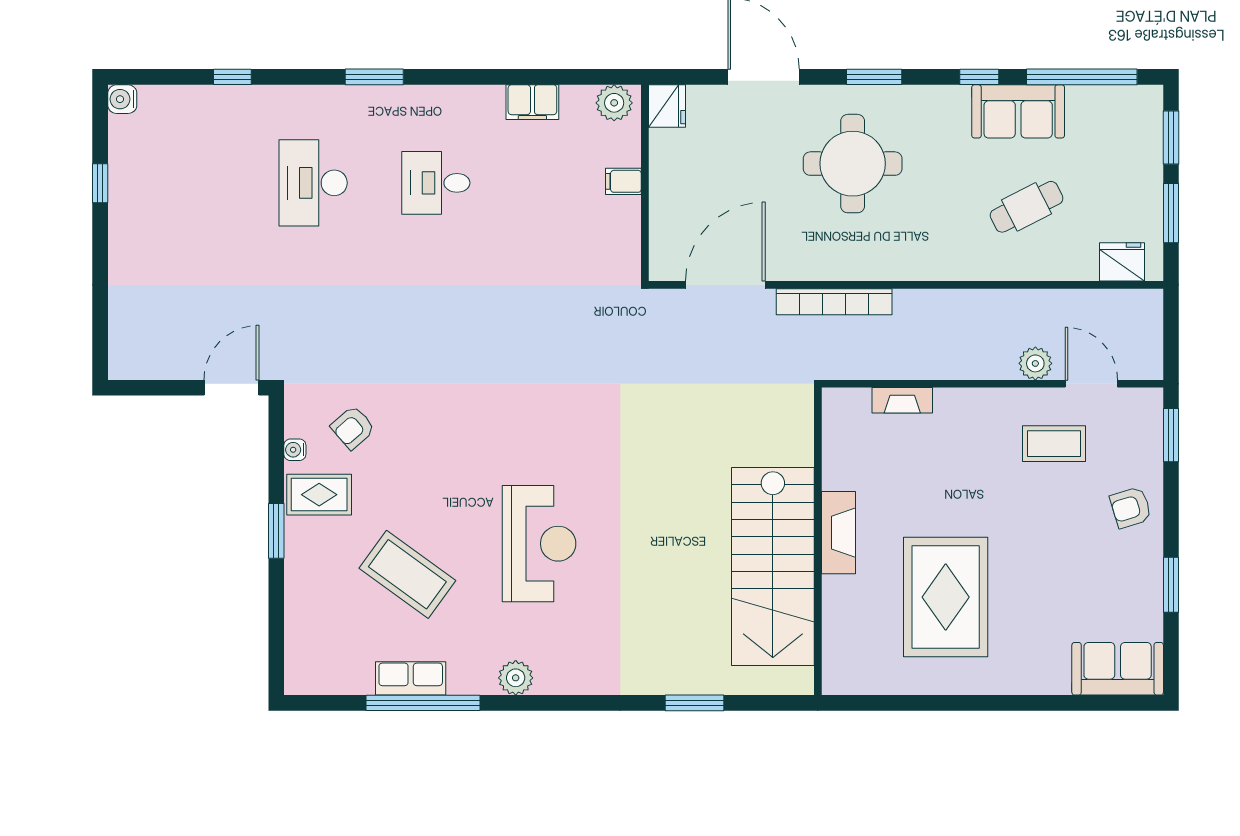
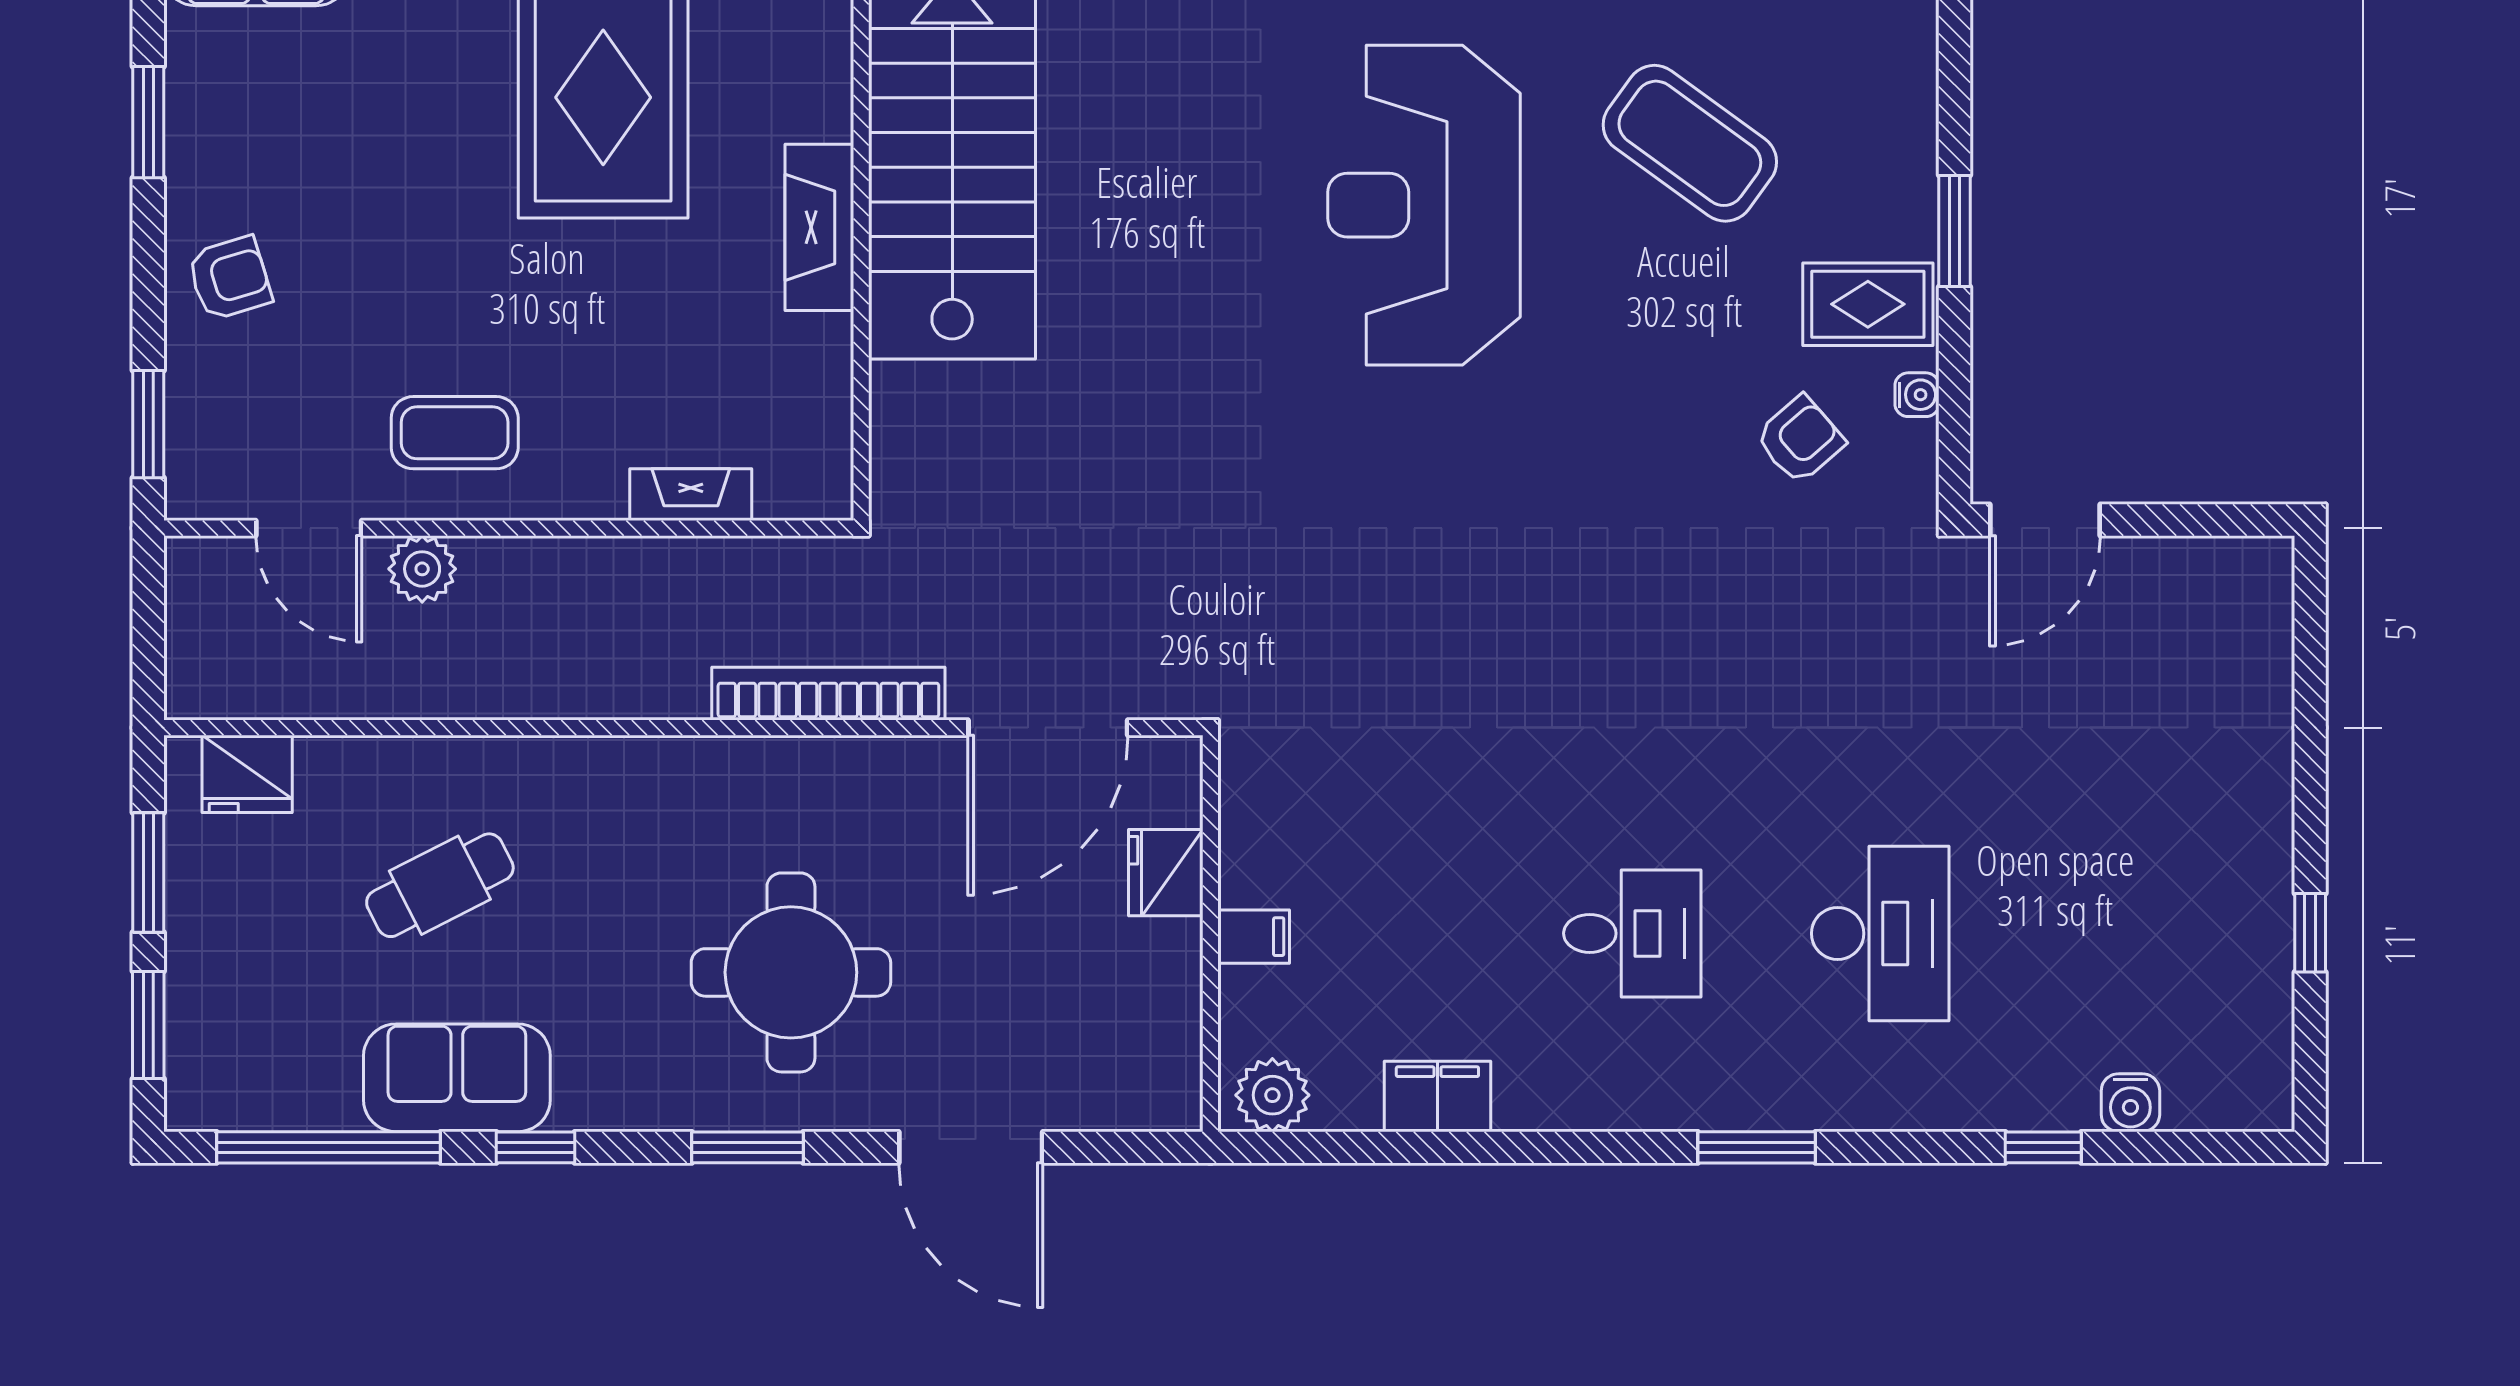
water cooler: (122, 99) -> (2130, 1103), moved, turned 90
fridge: (667, 106) -> (1166, 873), moved
coffee table: (1054, 444) -> (455, 433), moved
reception desk: (539, 544) -> (1424, 205), width x1.36, depth x1.30

